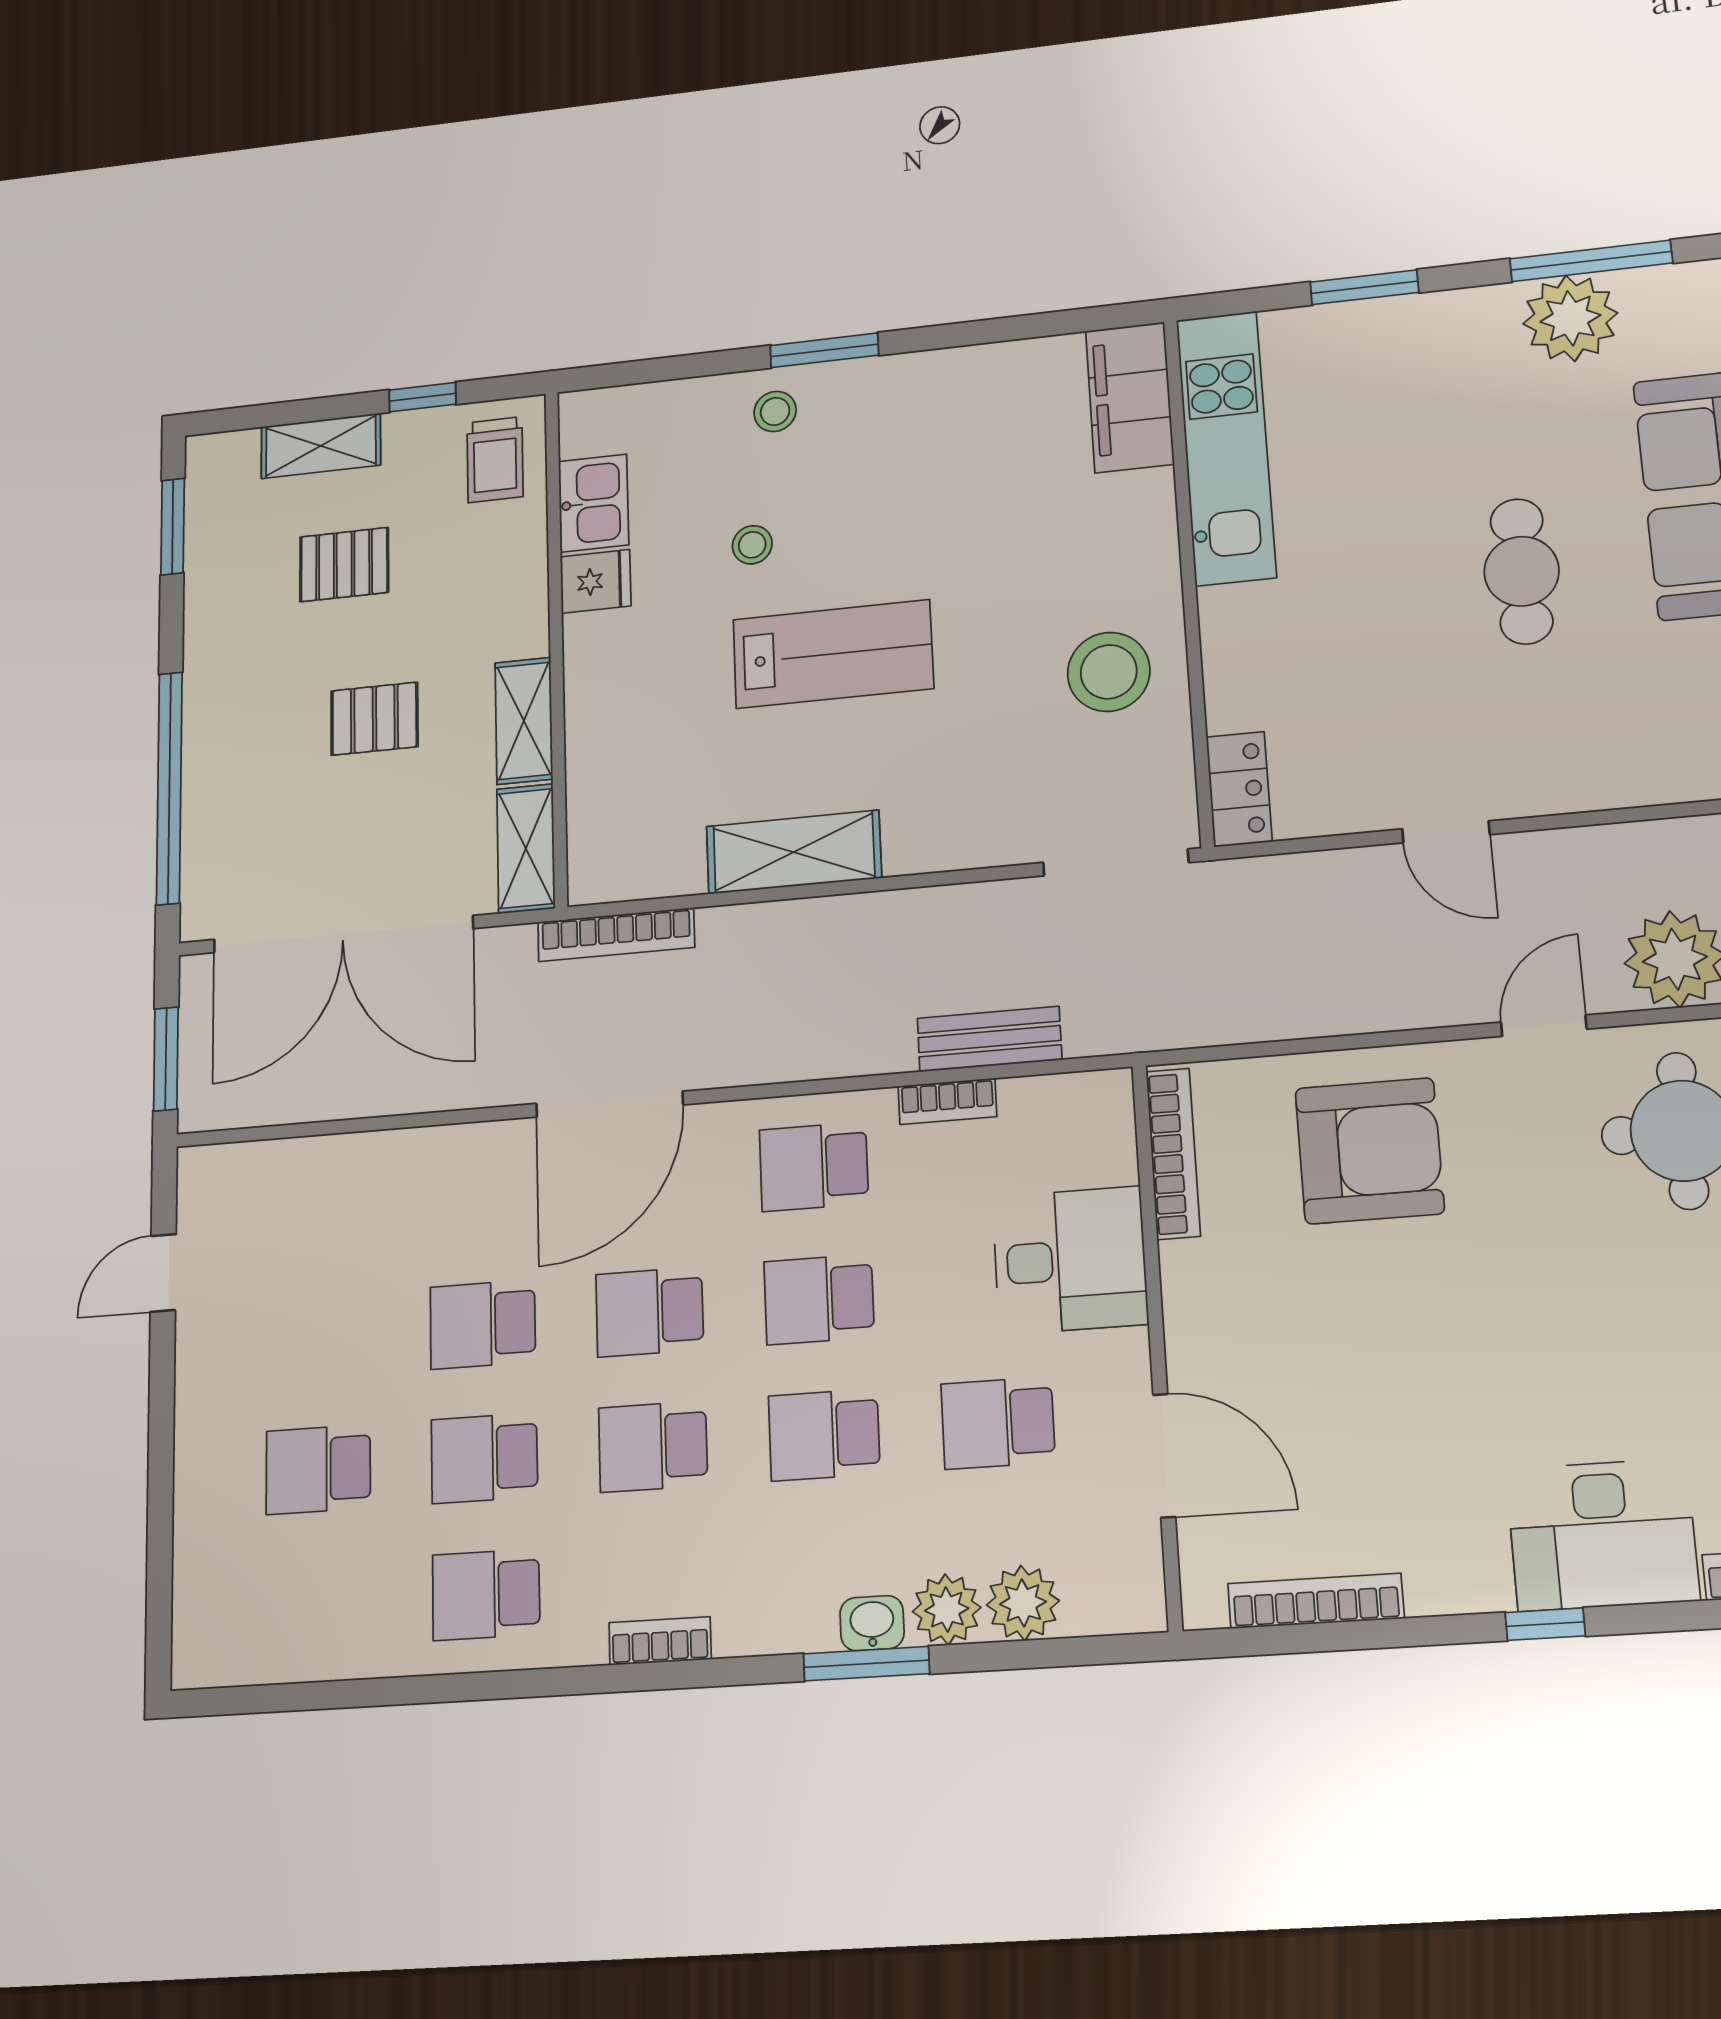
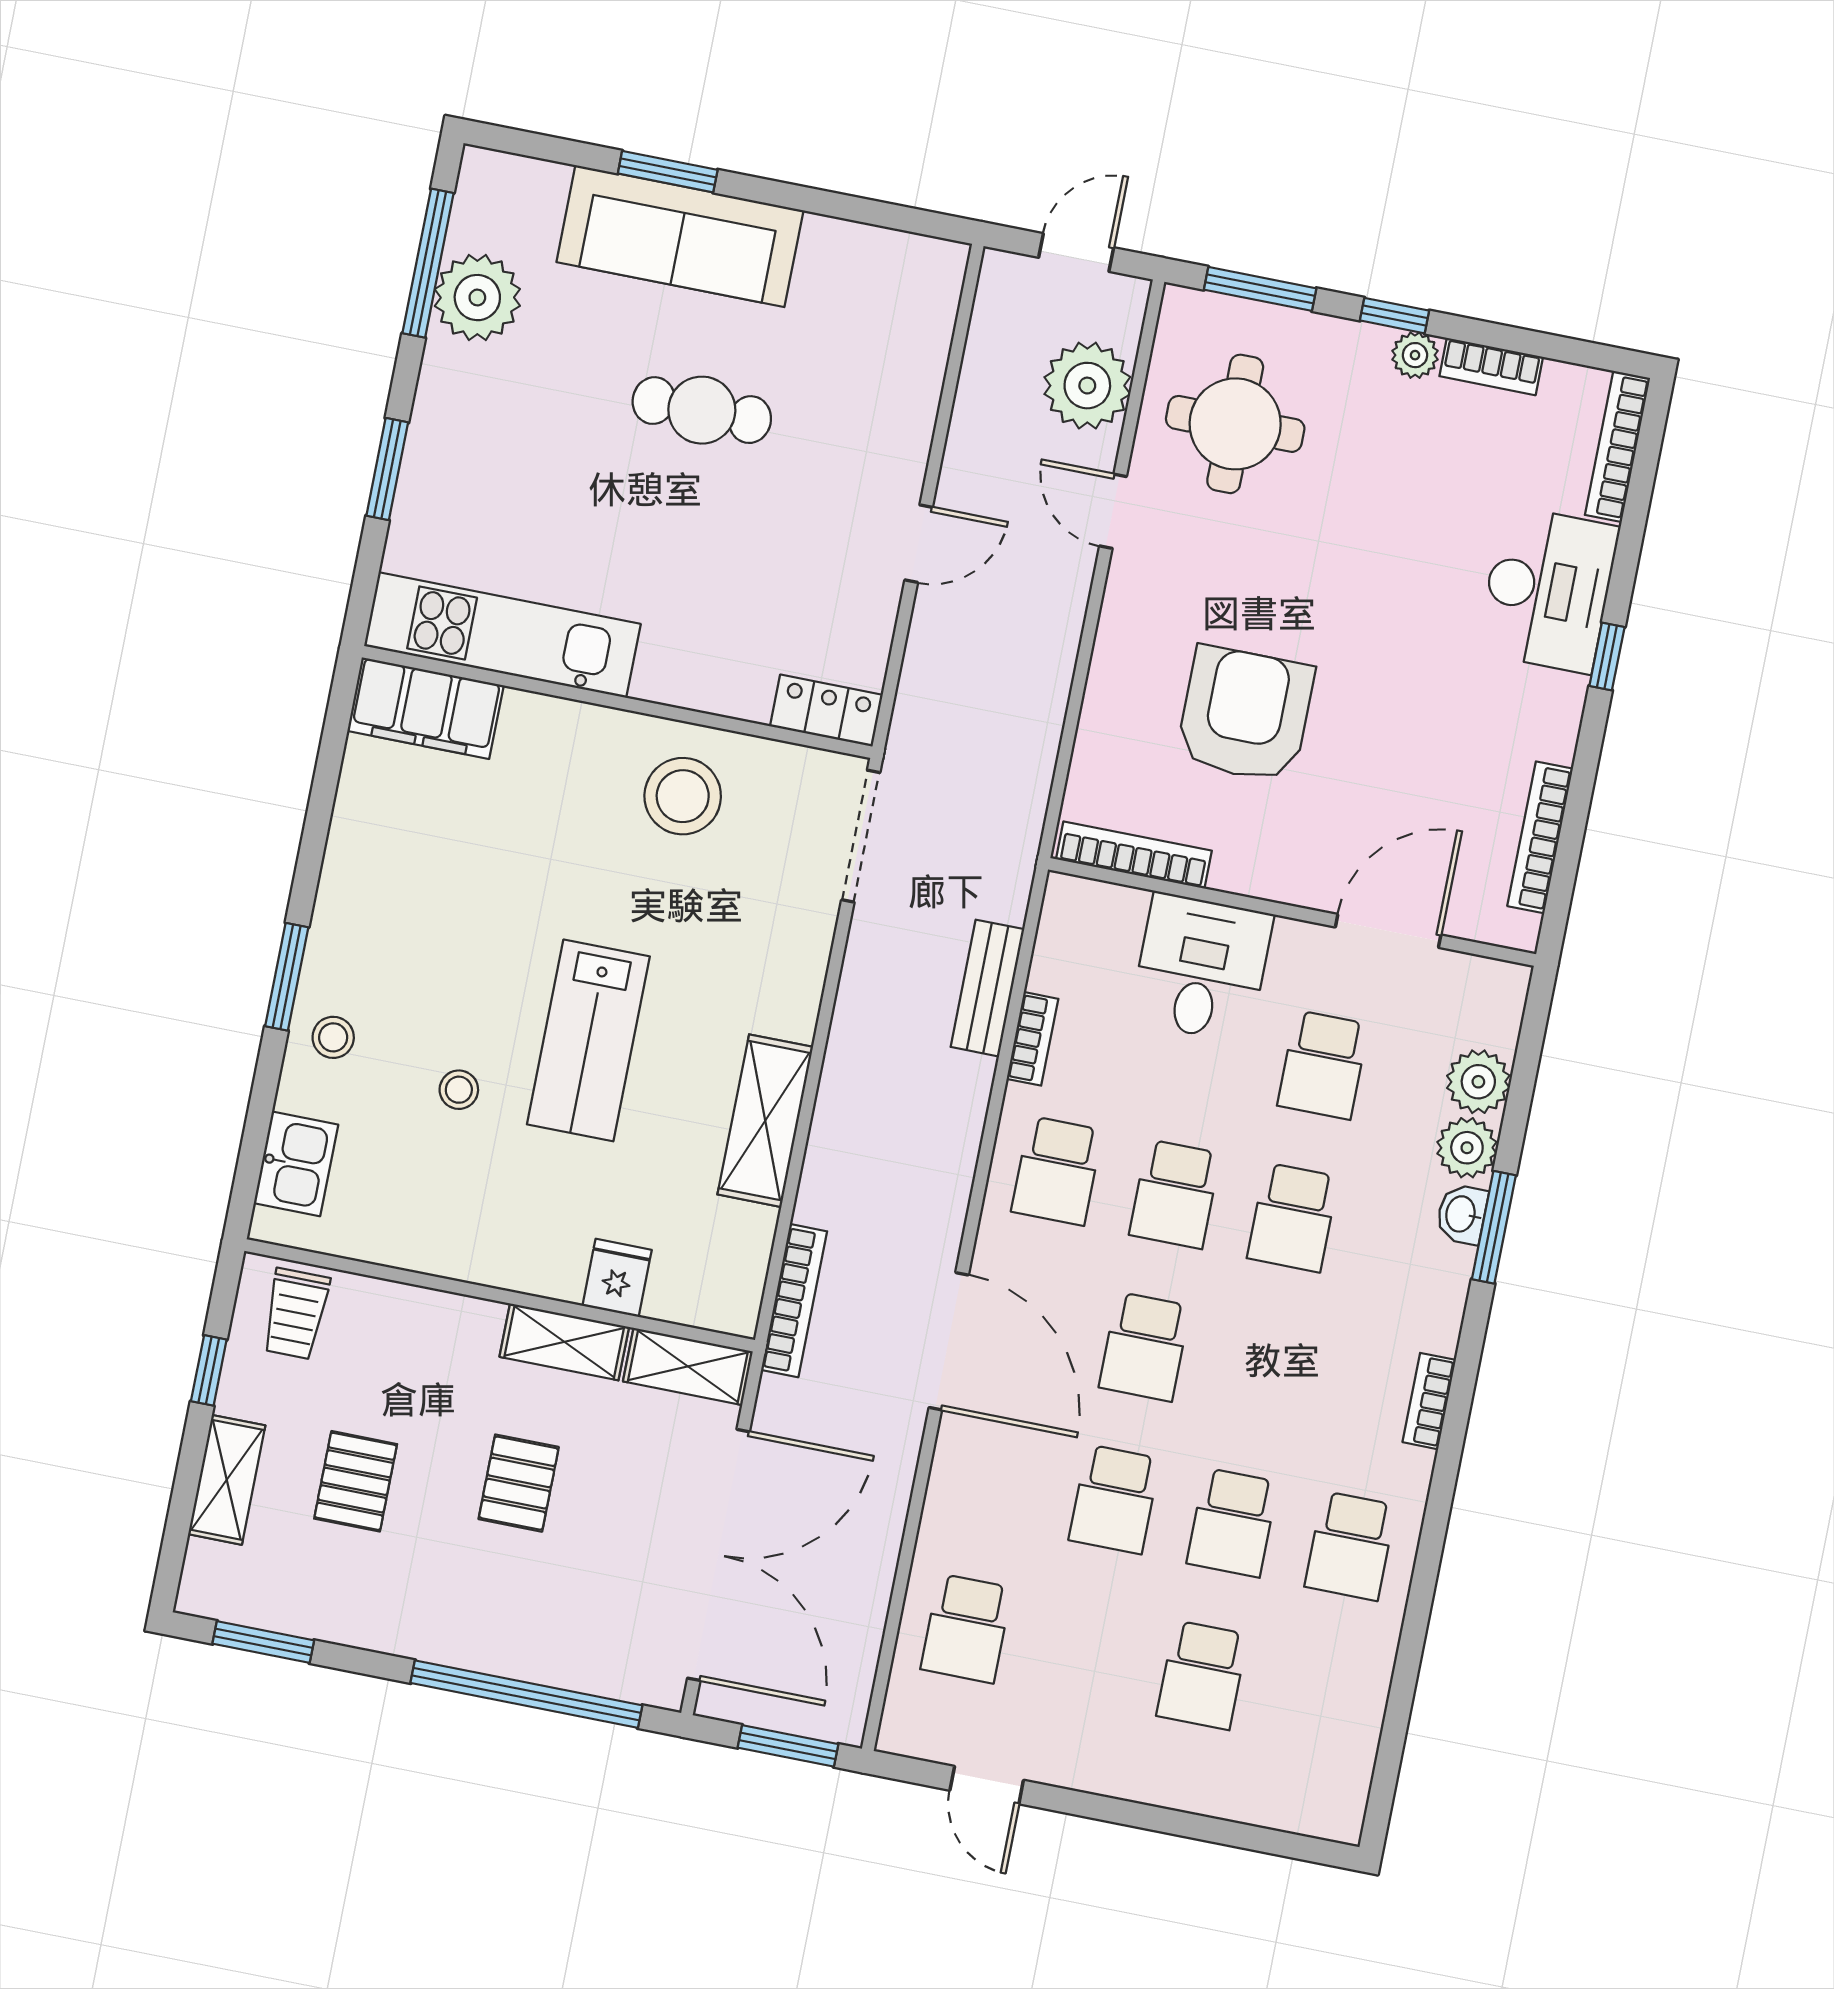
trolley: (495, 460) -> (296, 1314), turned 90
kitchen sink: (594, 503) -> (296, 1164), moved, turned 90
fridge: (596, 581) -> (617, 1278), moved
lab bench: (833, 654) -> (588, 1040), turned 180
armchair: (1369, 1151) -> (1245, 714), moved
school desk: (653, 1447) -> (966, 1628), moved

